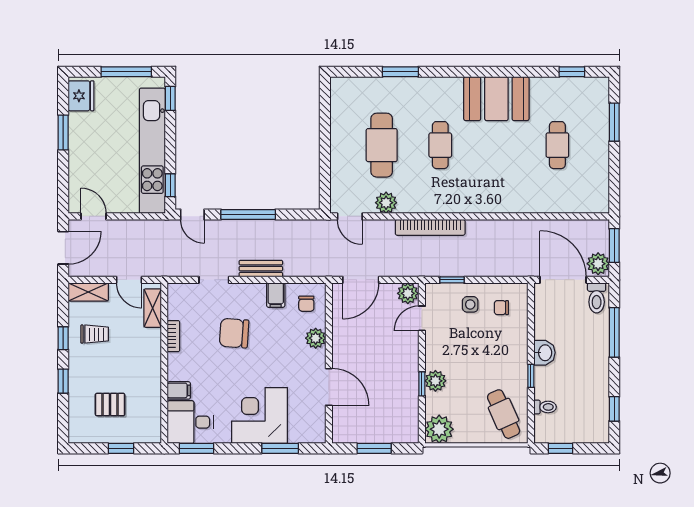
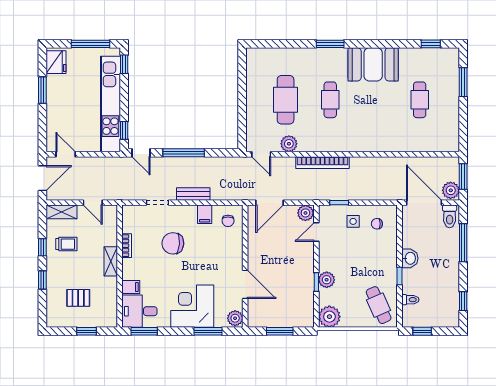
window: (400, 72) -> (330, 44), moved
shelving: (153, 308) -> (111, 261), moved
plant: (316, 338) -> (235, 318), moved

